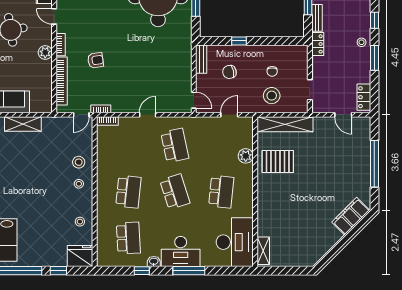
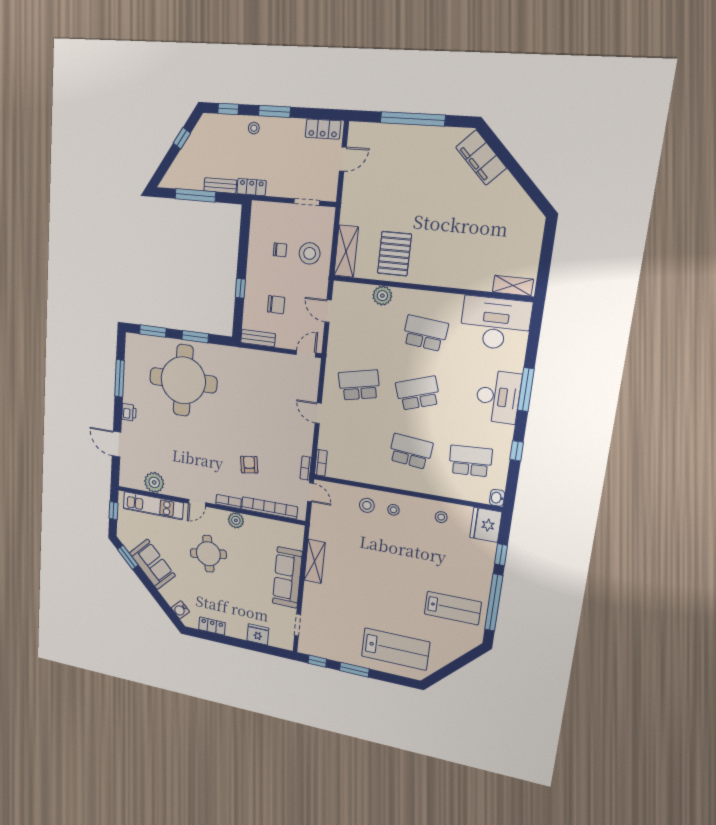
chair: (229, 72) -> (276, 305), turned -79
shelving: (285, 124) -> (346, 251), width x0.68
washbasin: (154, 262) -> (497, 498), moved

